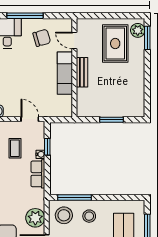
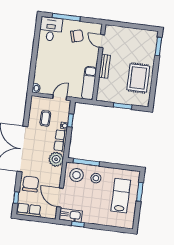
plant: (138, 30) -> (152, 40), removed
rug: (115, 44) -> (138, 78), moved
exam couch: (65, 73) -> (89, 83), moved
door: (30, 119) -> (60, 97), hinge flipped
plant: (35, 218) -> (56, 159), moved

